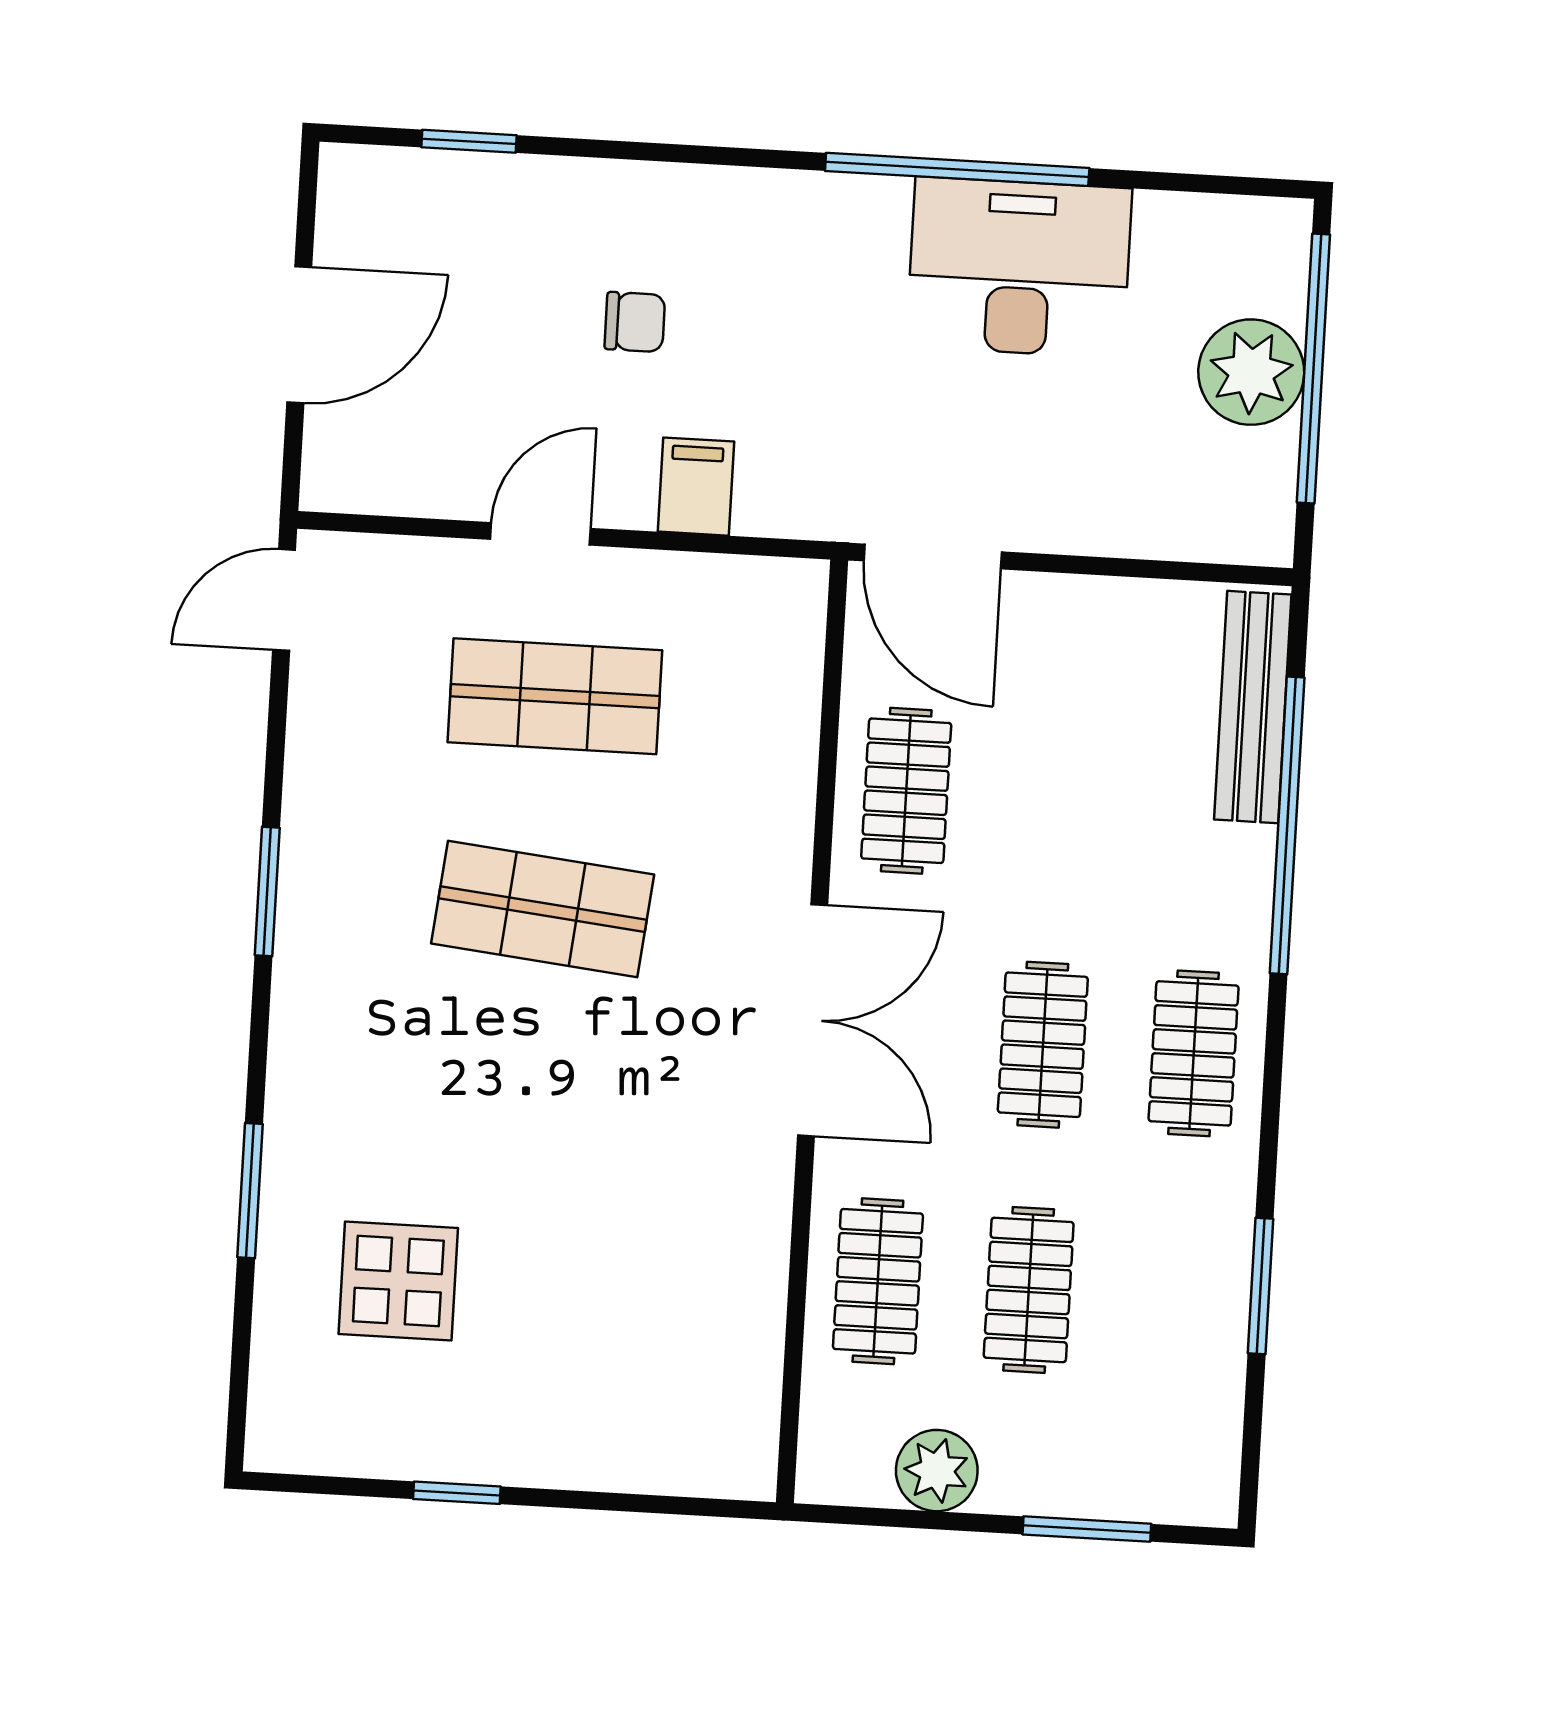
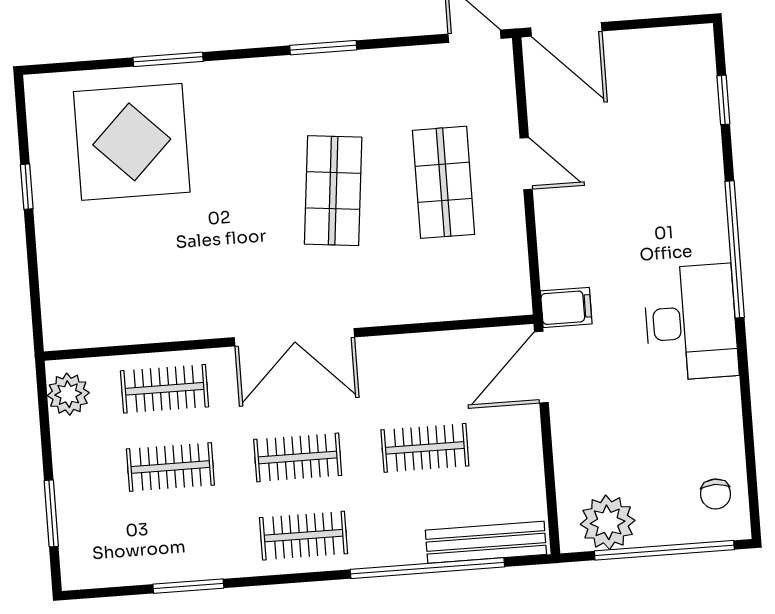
window: (957, 169) -> (735, 249), moved
desk: (1019, 267) -> (691, 322), moved
chair: (635, 322) -> (716, 494), moved
door: (299, 335) -> (566, 29), moved
plant: (1251, 372) -> (608, 522), moved
filing cabinet: (696, 487) -> (566, 307), moved
clothes rail: (906, 791) -> (425, 448), moved
display table: (398, 1281) -> (132, 142), width x1.86, depth x1.86
plant: (937, 1471) -> (68, 394), moved

